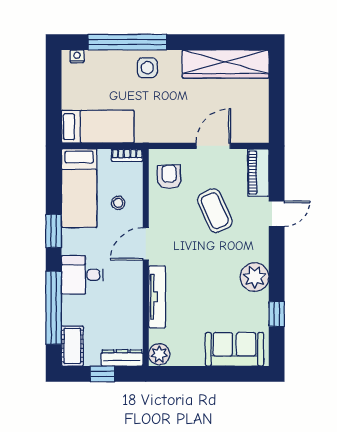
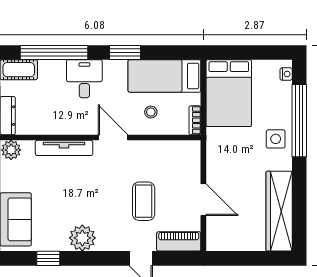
bed: (98, 127) -> (229, 93), width x1.50
armchair: (169, 177) -> (175, 159), removed
coffee table: (215, 211) -> (144, 201), turned -66

